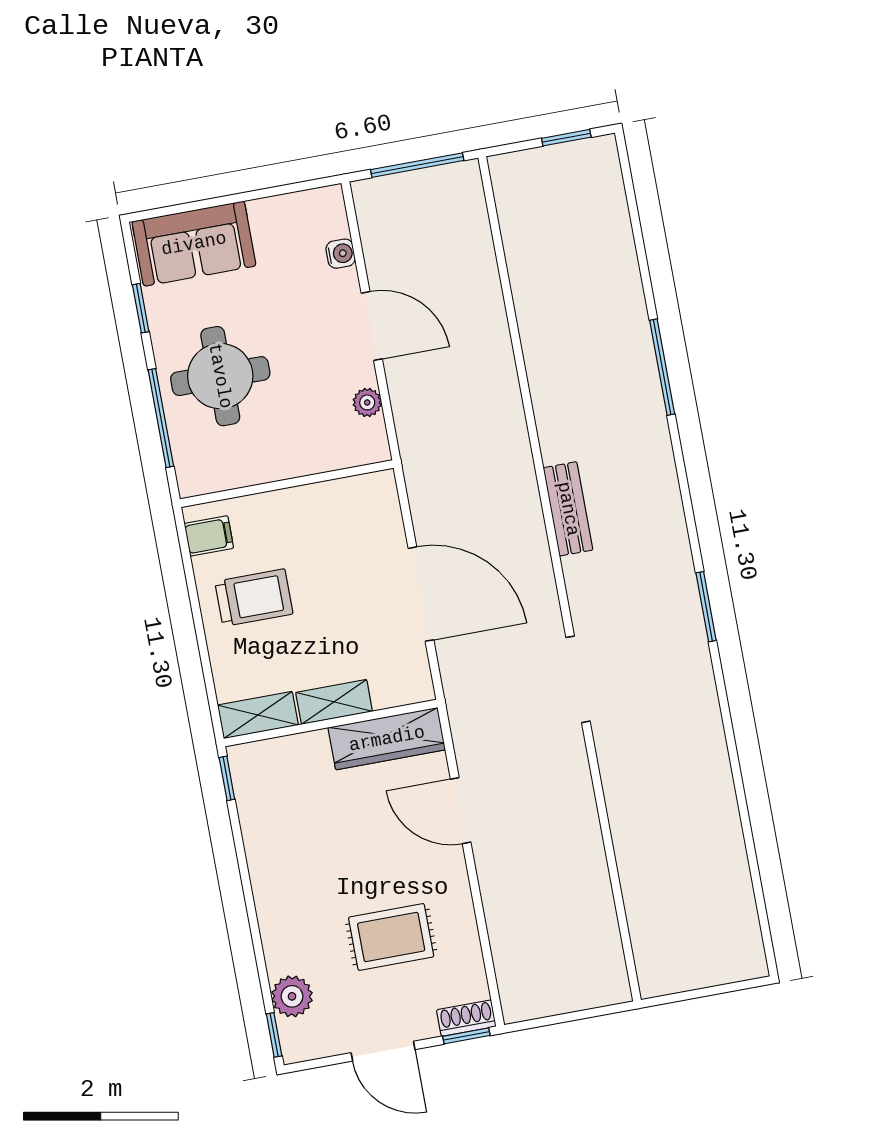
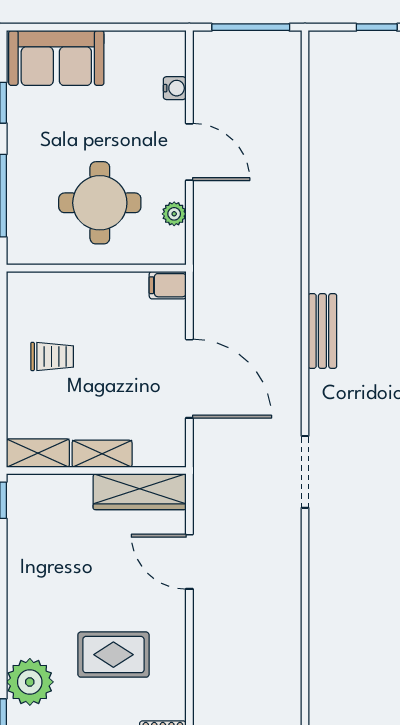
round table: (220, 376) -> (100, 203), moved
filing cabinet: (209, 536) -> (168, 285), moved, turned 180
trolley: (254, 598) -> (52, 356), width x0.73, depth x0.72
plant: (292, 996) -> (30, 682), width x1.36, depth x1.36

